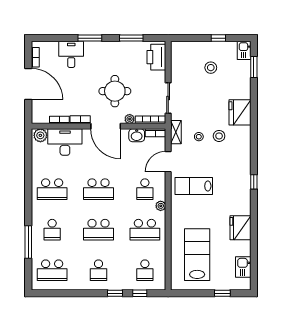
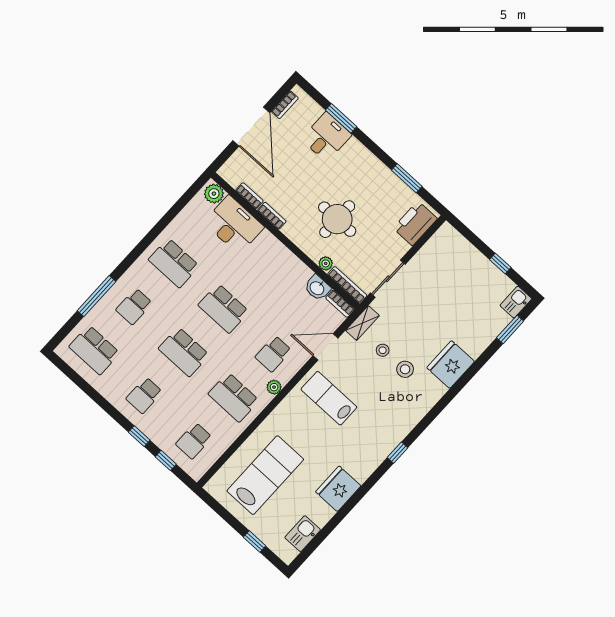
window: (90, 38) -> (341, 118), moved
stool: (211, 68) -> (463, 288), removed
door: (106, 126) -> (293, 248), removed

